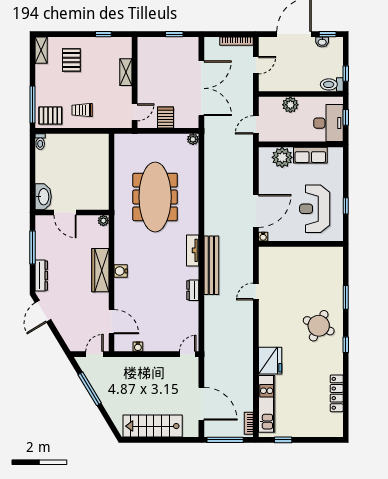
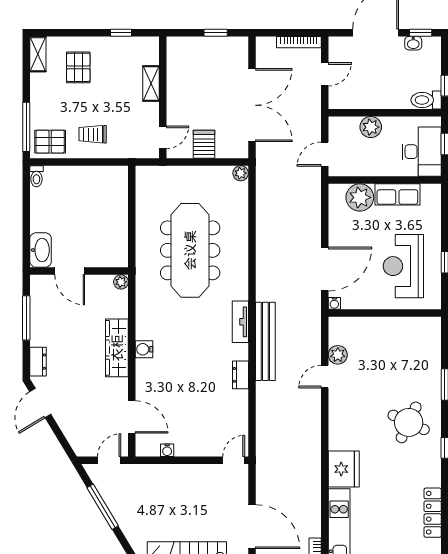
plant: (266, 275) -> (338, 355), added
dresser: (41, 276) -> (38, 362), width x0.70

